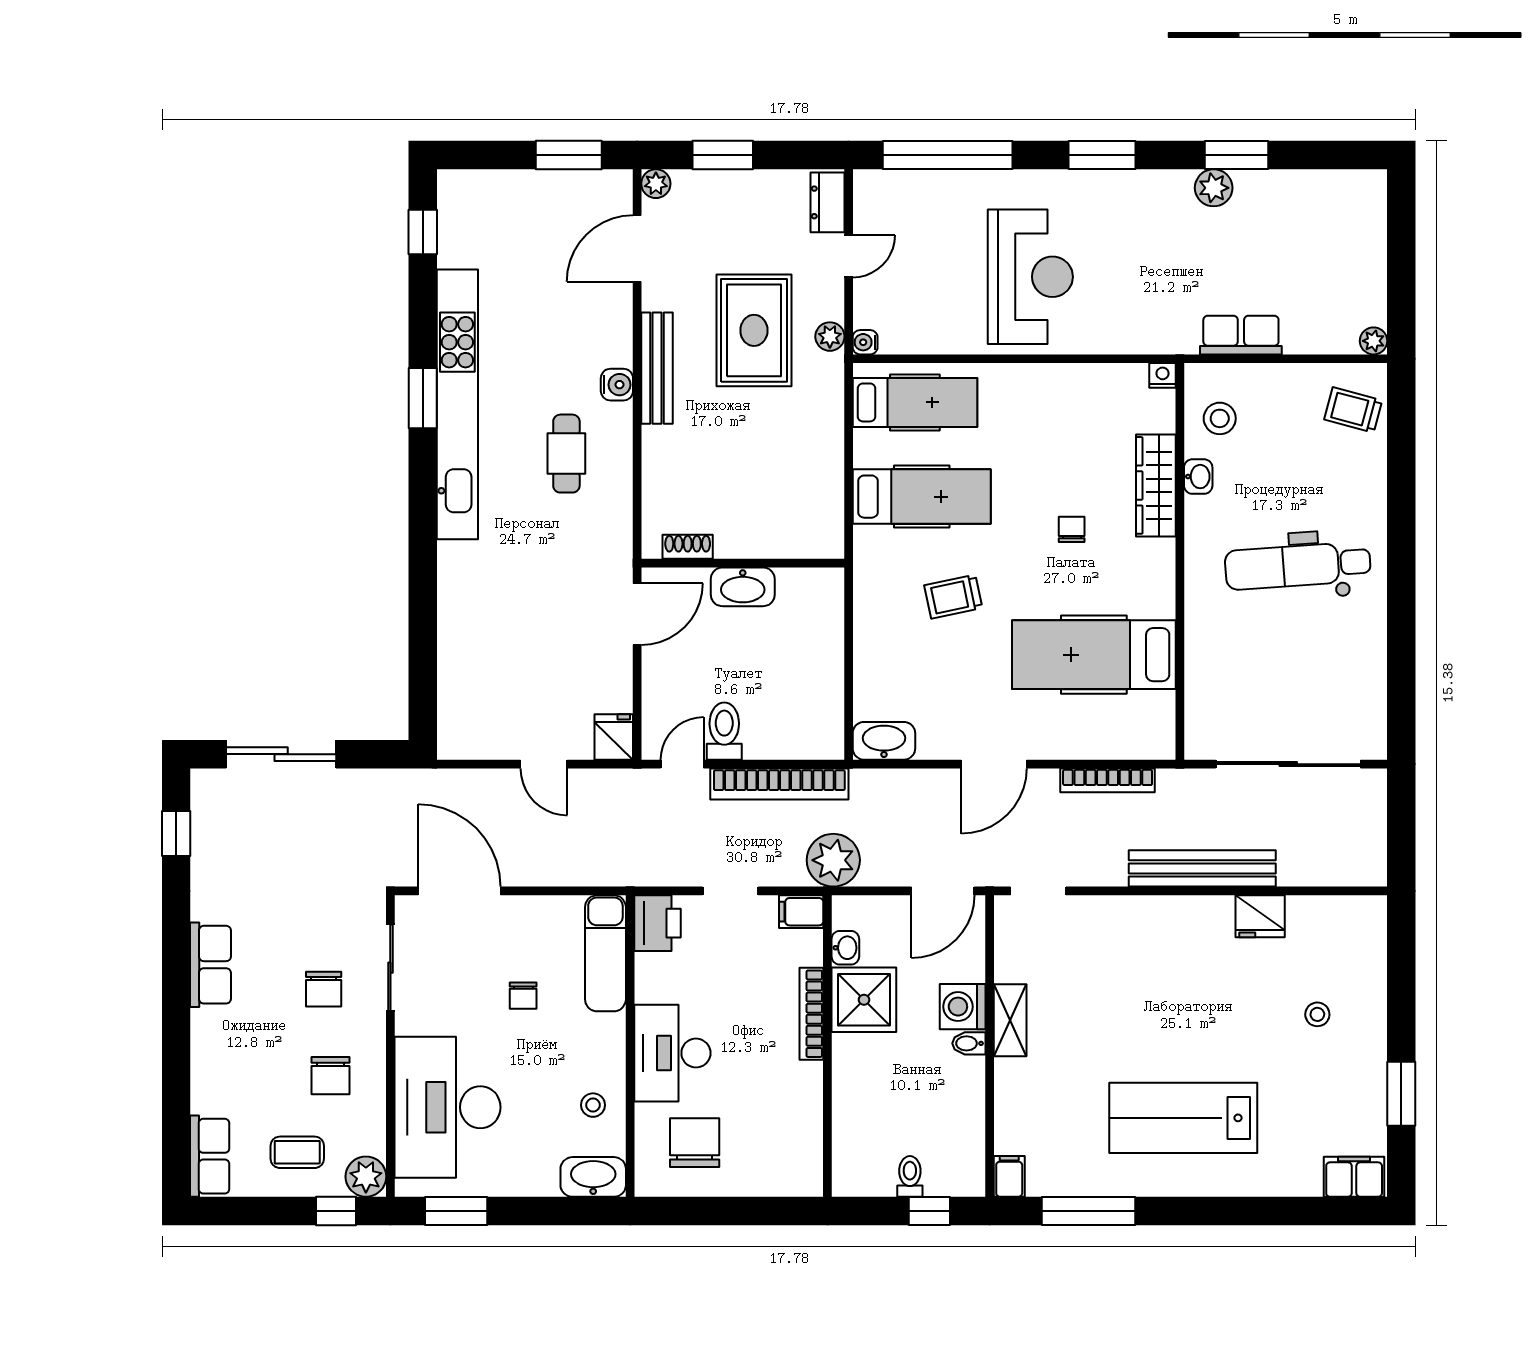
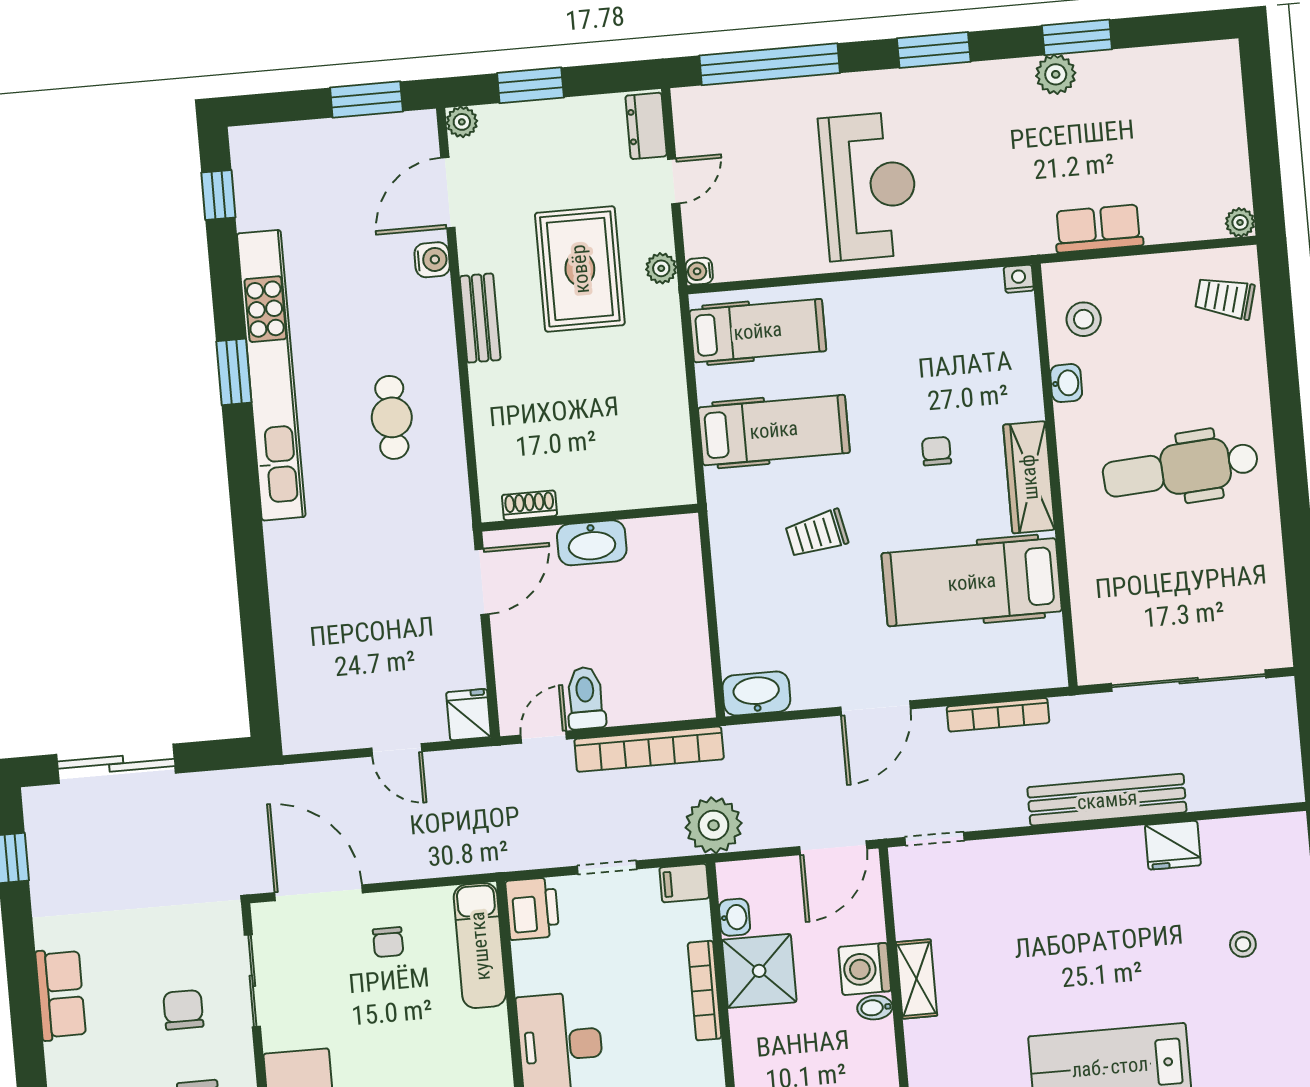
bench: (657, 368) -> (480, 318), width x0.73
water cooler: (617, 385) -> (432, 260), moved
wardrobe: (1156, 485) -> (1029, 477), moved
chair: (324, 989) -> (183, 1010), turned 180
chair: (523, 996) -> (388, 942), moved

